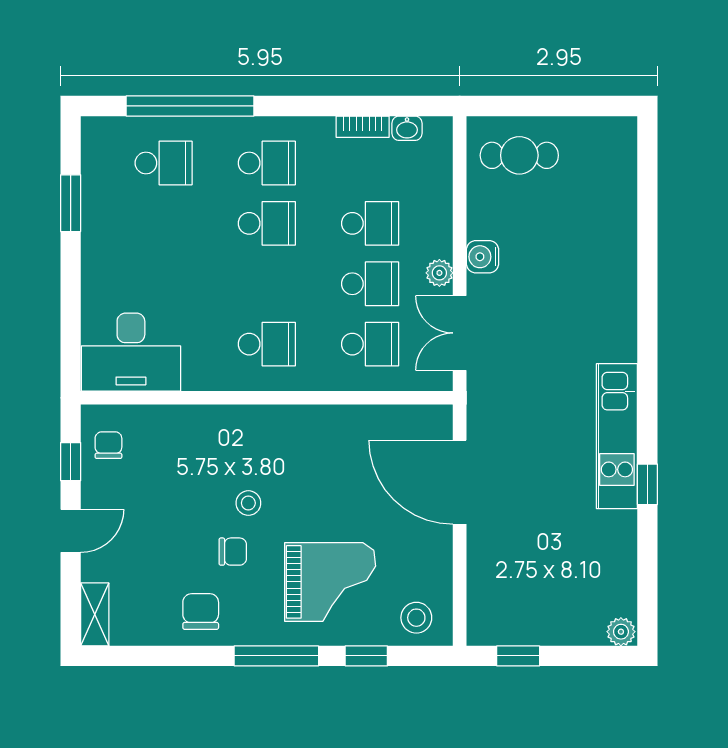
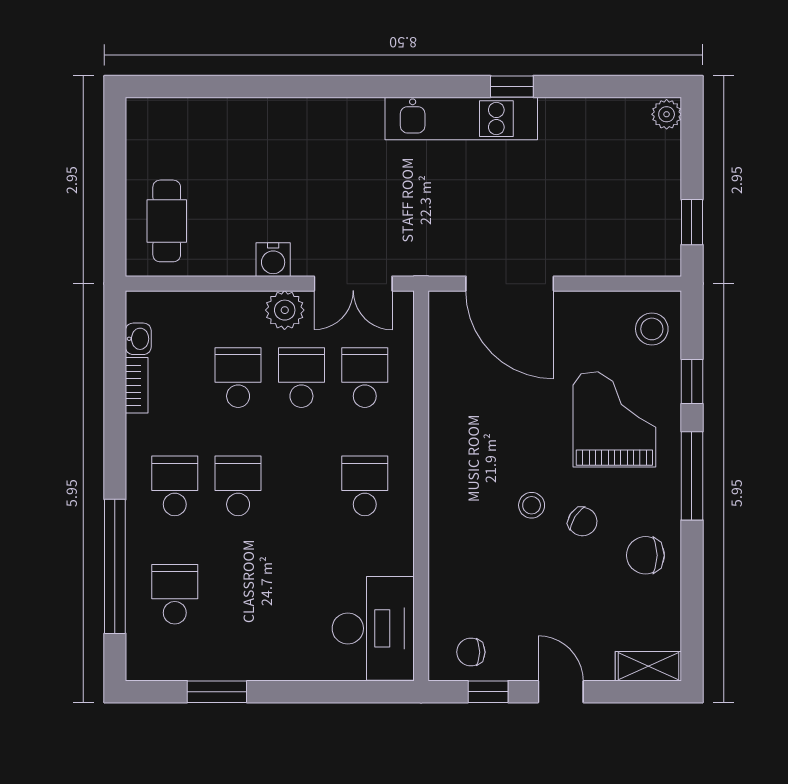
plant: (439, 273) -> (285, 310), width x1.38, depth x1.38
door: (460, 482) -> (510, 284), hinge flipped
chair: (233, 552) -> (583, 522), turned 123

